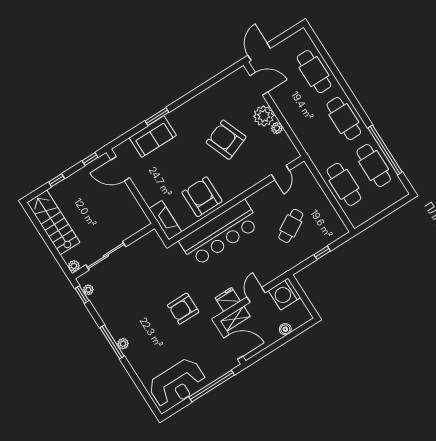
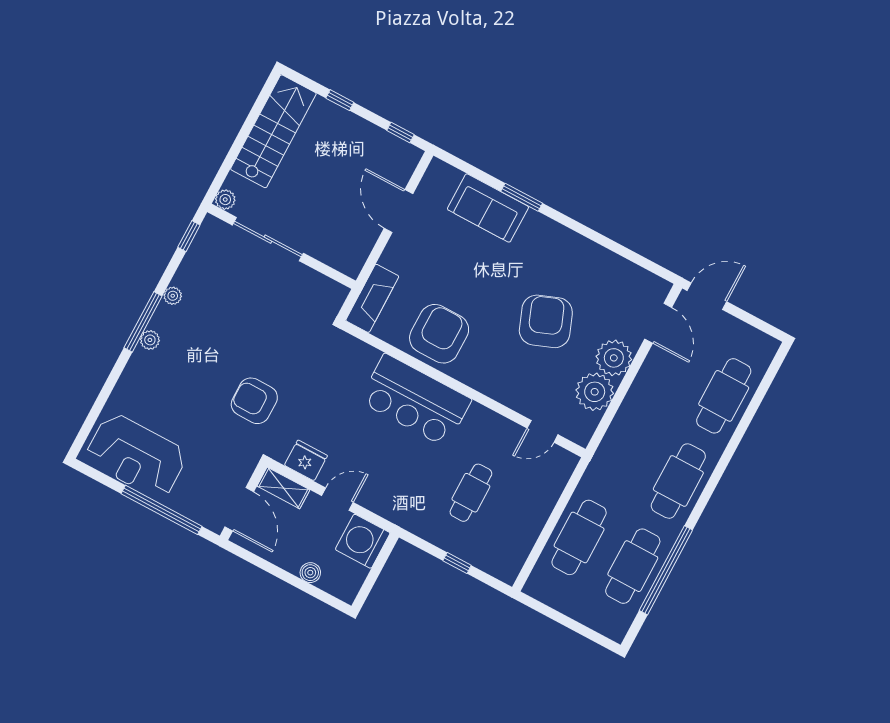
plant: (277, 128) -> (595, 392), width x1.88, depth x1.88
door: (120, 169) -> (398, 211), moved
cafe table: (291, 226) -> (471, 493), turned -60
bar counter: (220, 233) -> (415, 400), width x0.73
plant: (88, 290) -> (173, 296), moved

